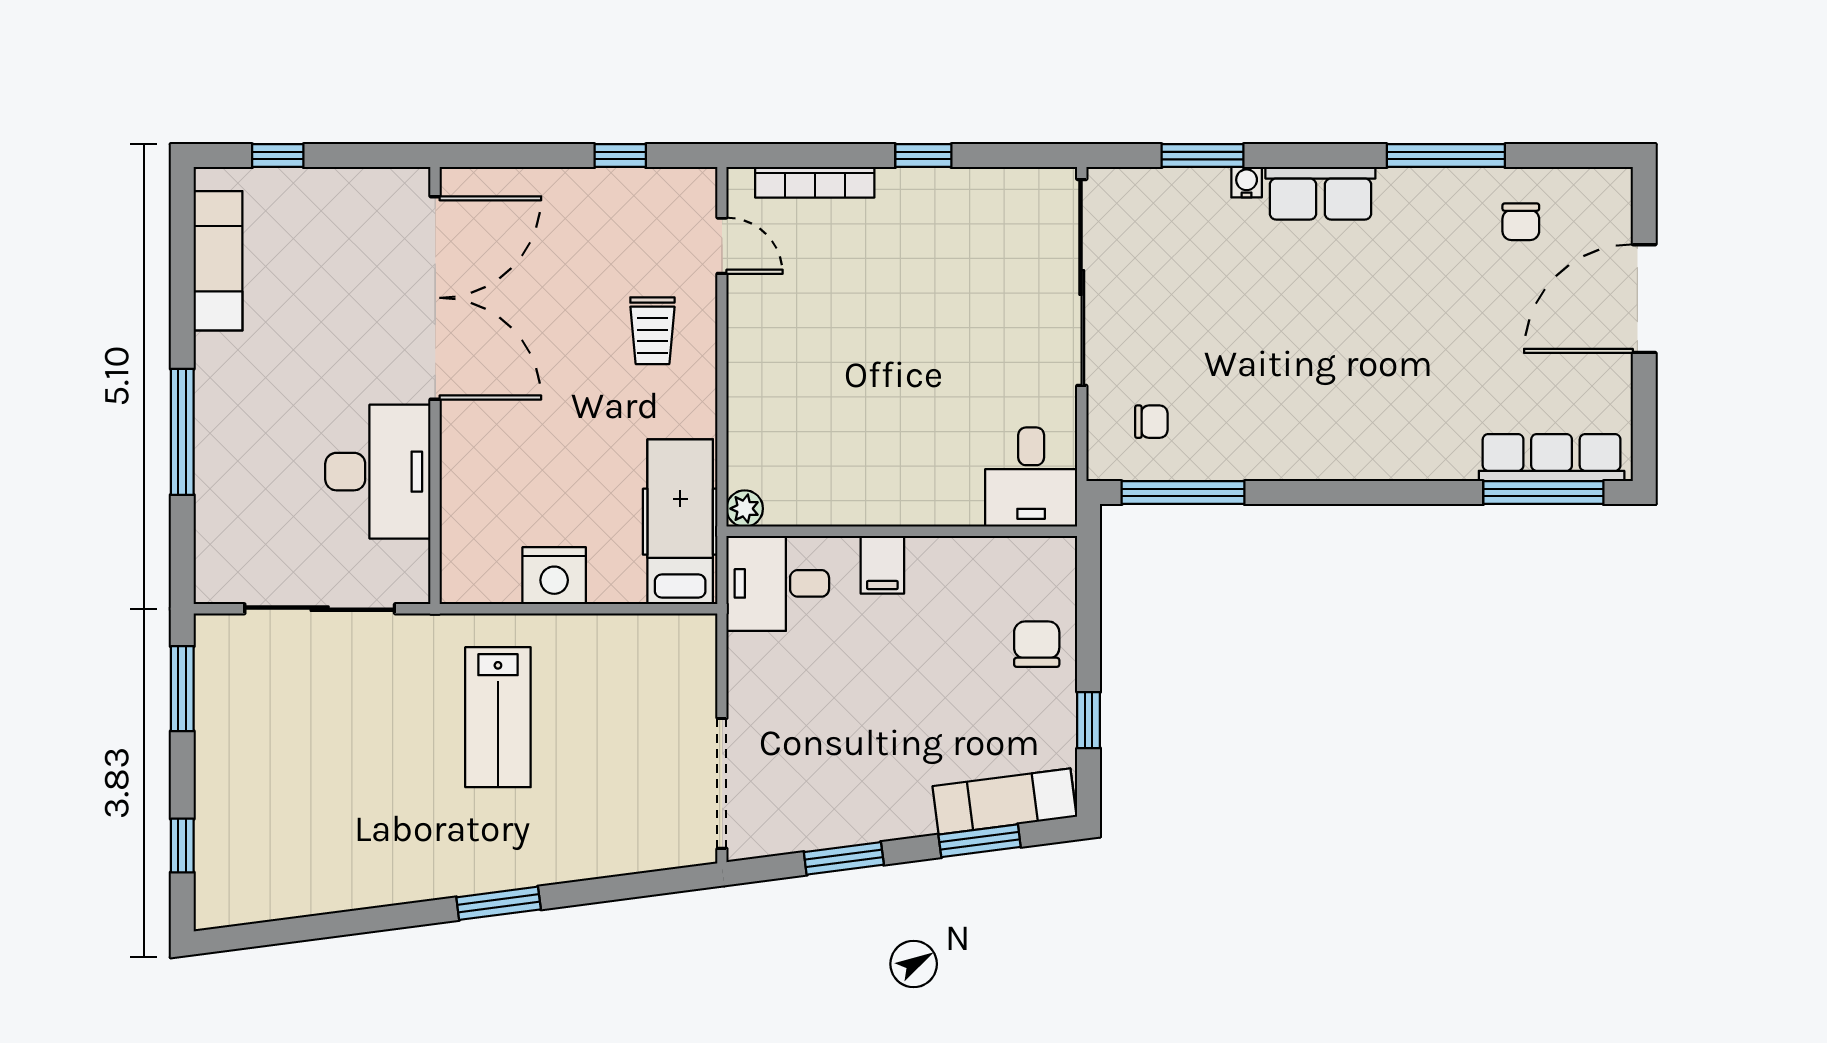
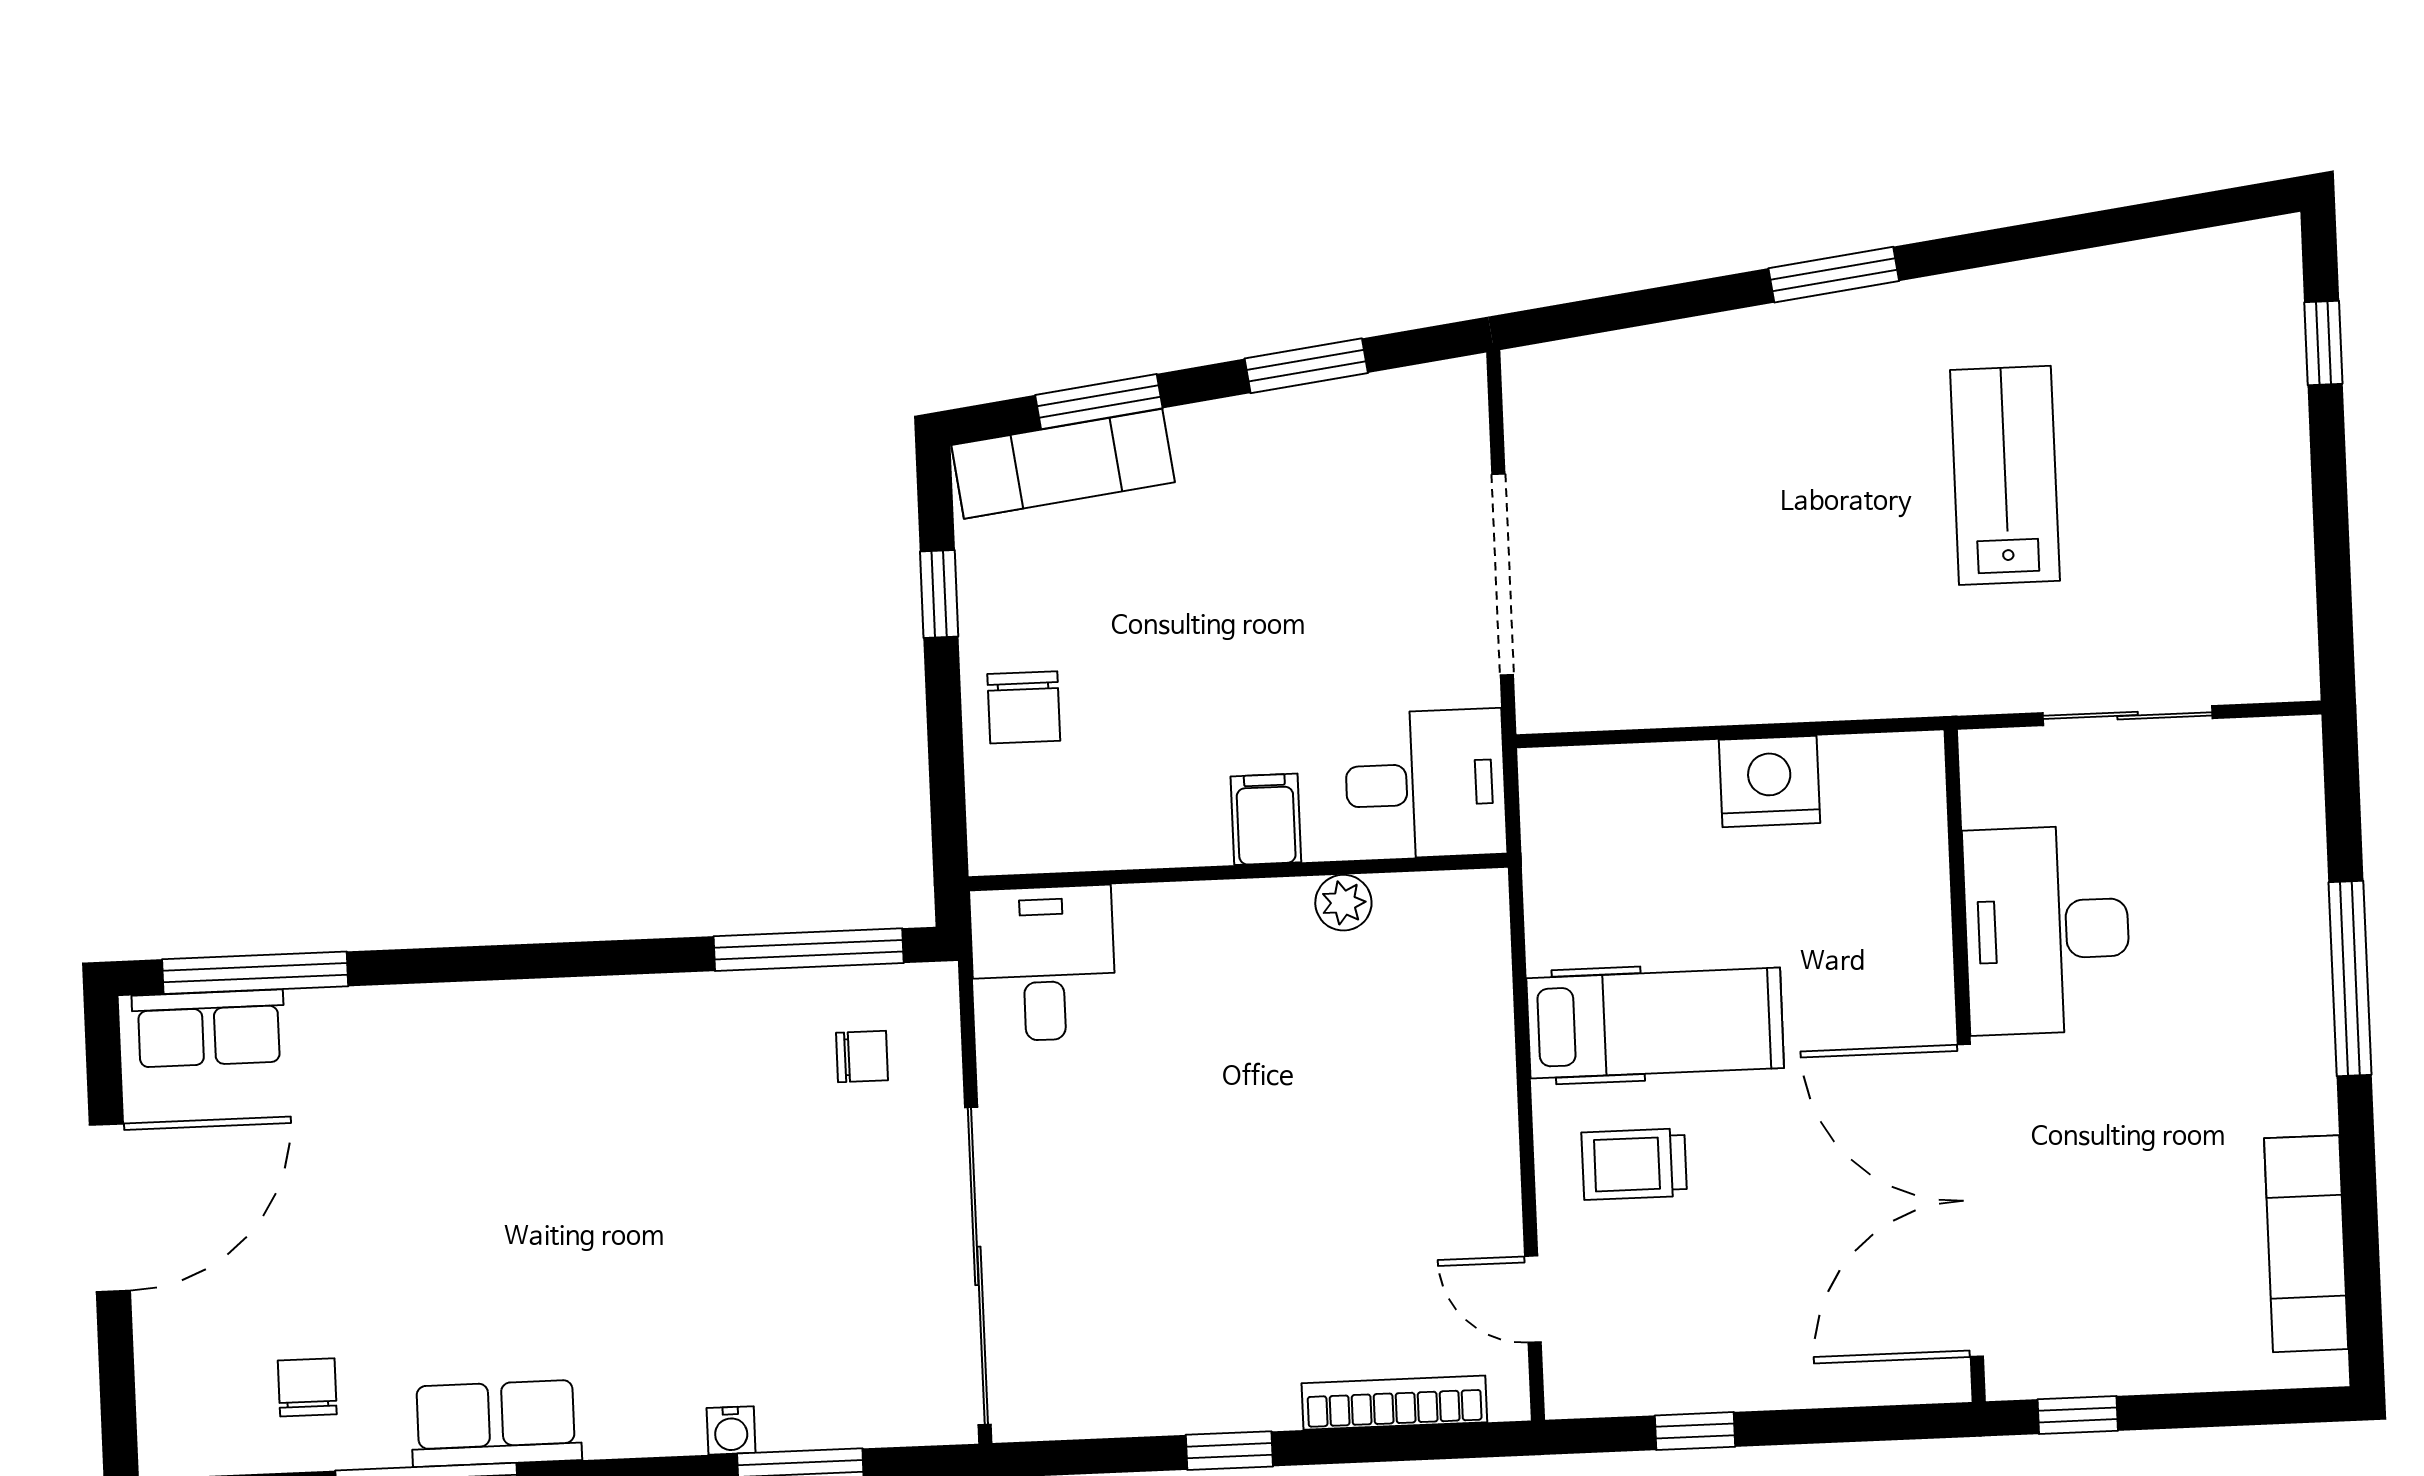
window: (278, 156) -> (2078, 1415), moved
row of seats: (1320, 193) -> (496, 1423), moved
door: (1644, 299) -> (110, 1208), moved
trolley: (652, 331) -> (1634, 1164), turned -90
chair: (1151, 422) -> (862, 1057), turned 180
row of seats: (1552, 458) -> (209, 1028), width x0.68
plant: (745, 509) -> (1343, 903), moved
hospital bed: (680, 522) -> (1655, 1023), moved, turned -90
sliding door: (320, 609) -> (2128, 716), width x0.73
window: (182, 689) -> (2333, 584), removed
lab bench: (498, 717) -> (2005, 475), moved
doorway: (722, 783) -> (1503, 575), moved

